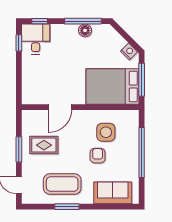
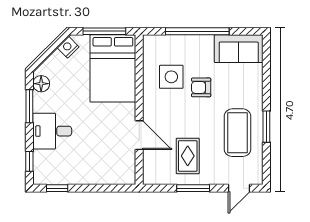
window: (83, 21) -> (29, 106), width x0.69
floor lamp: (85, 30) -> (41, 84), moved
desk: (36, 39) -> (52, 131), moved
sofa: (113, 193) -> (239, 49), moved, turned -90

